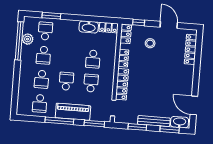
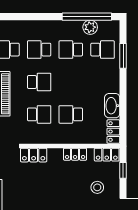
locker: (122, 84) -> (34, 155), width x0.66

